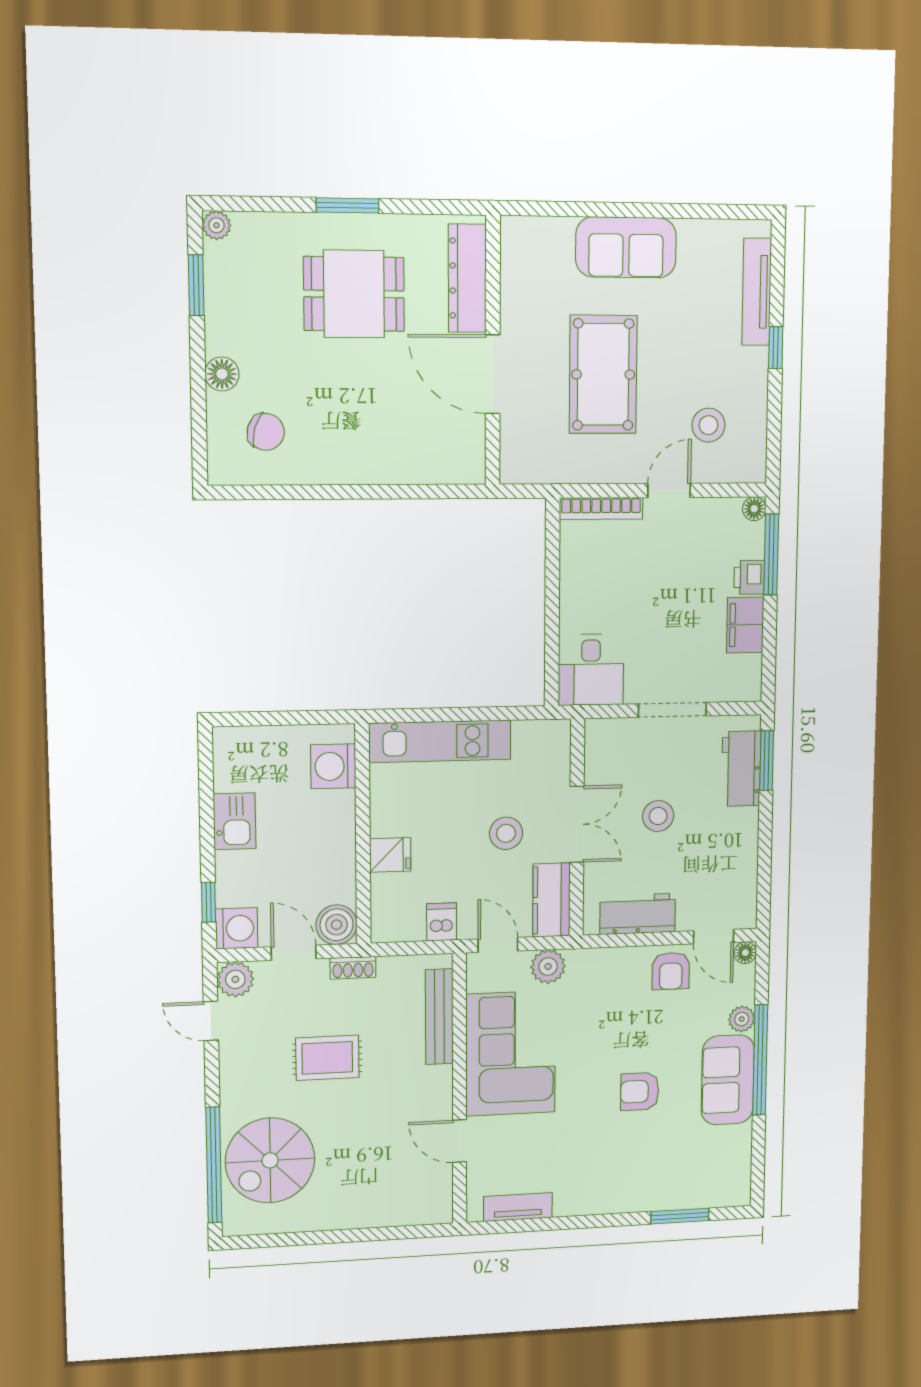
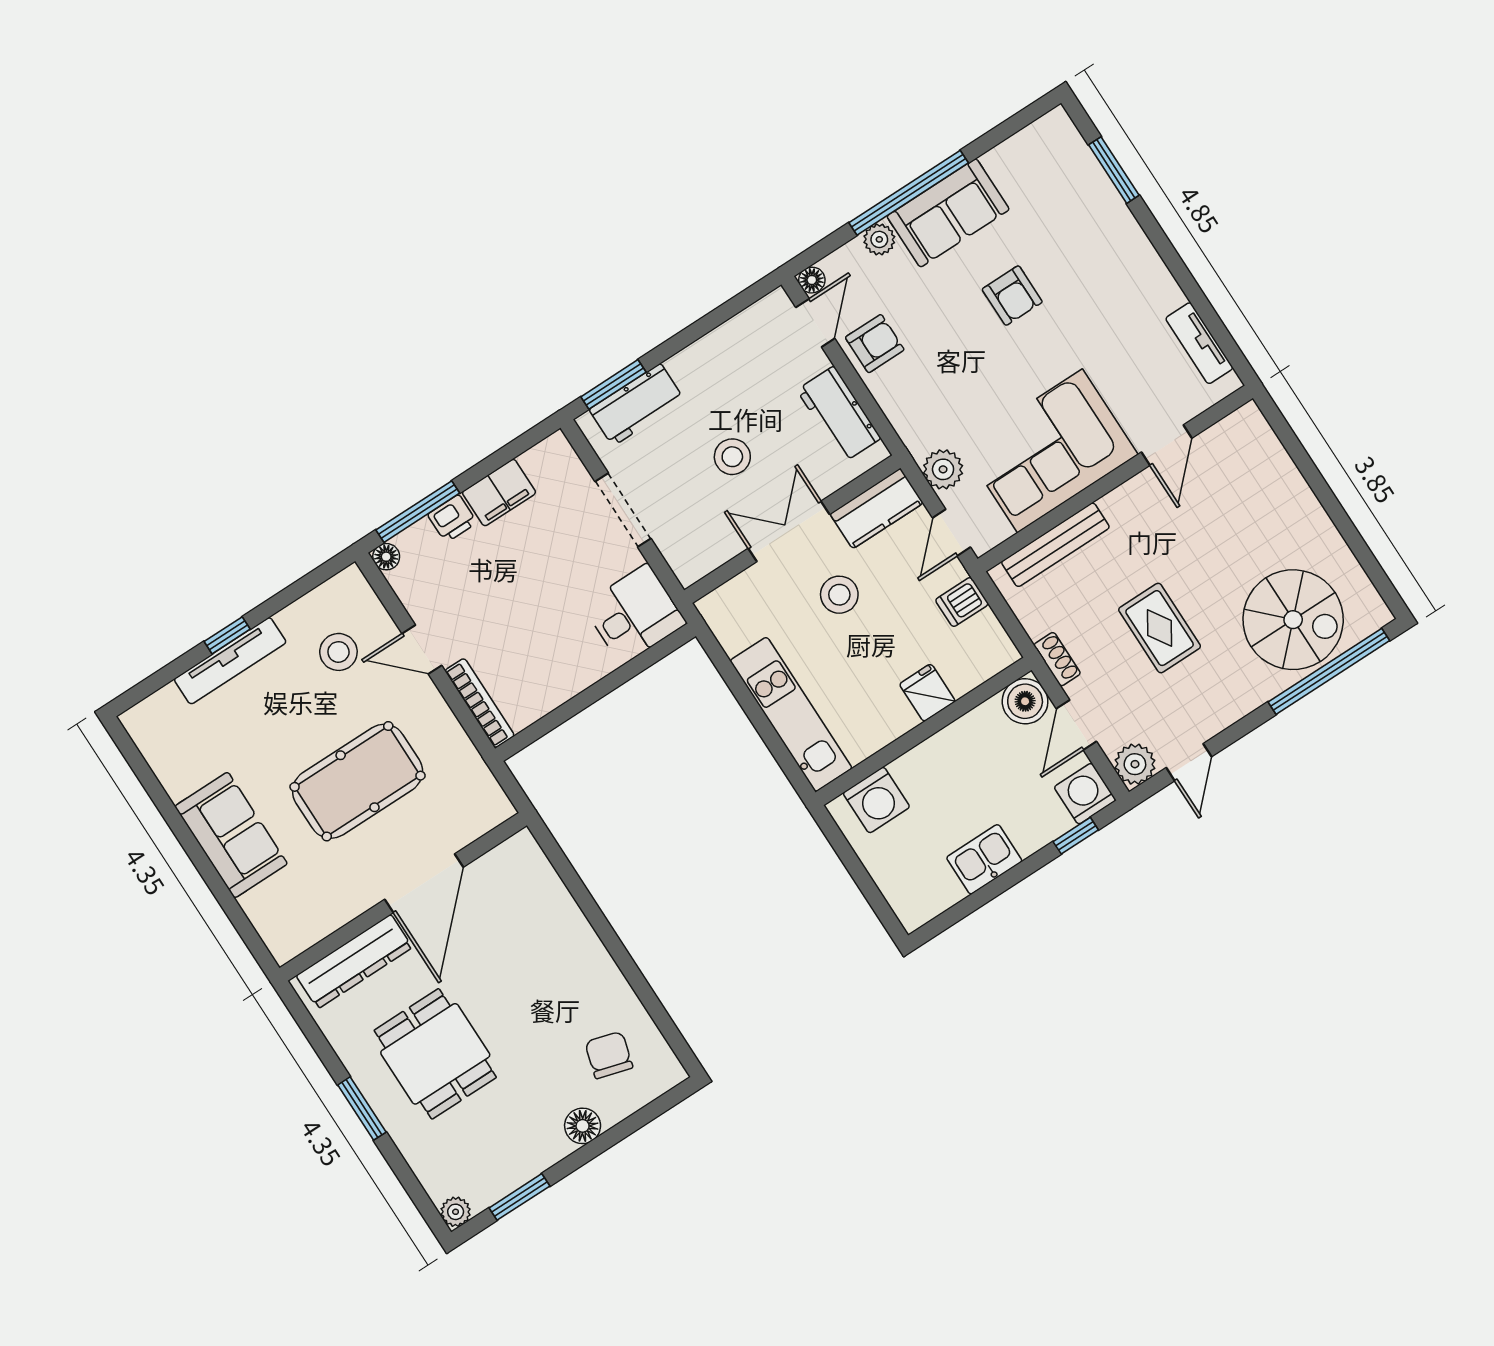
tv unit: (757, 292) -> (230, 661), moved

